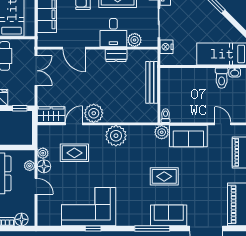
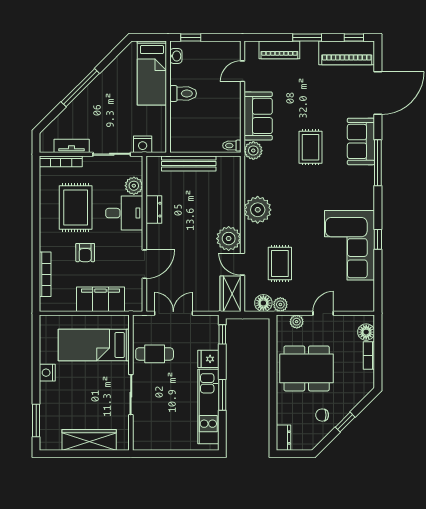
toilet: (222, 78) -> (183, 93), moved
floor lamp: (44, 166) -> (263, 303), moved

